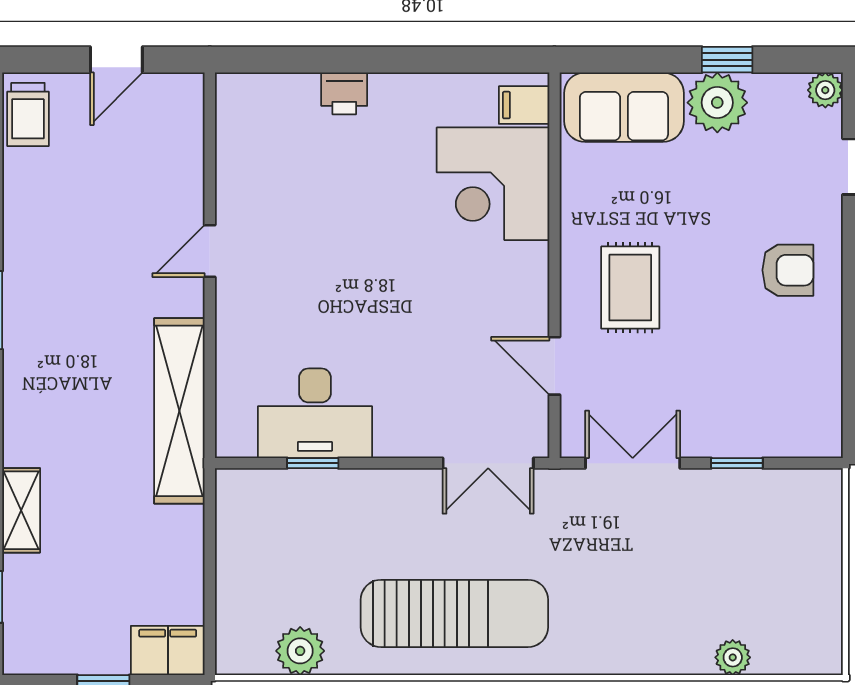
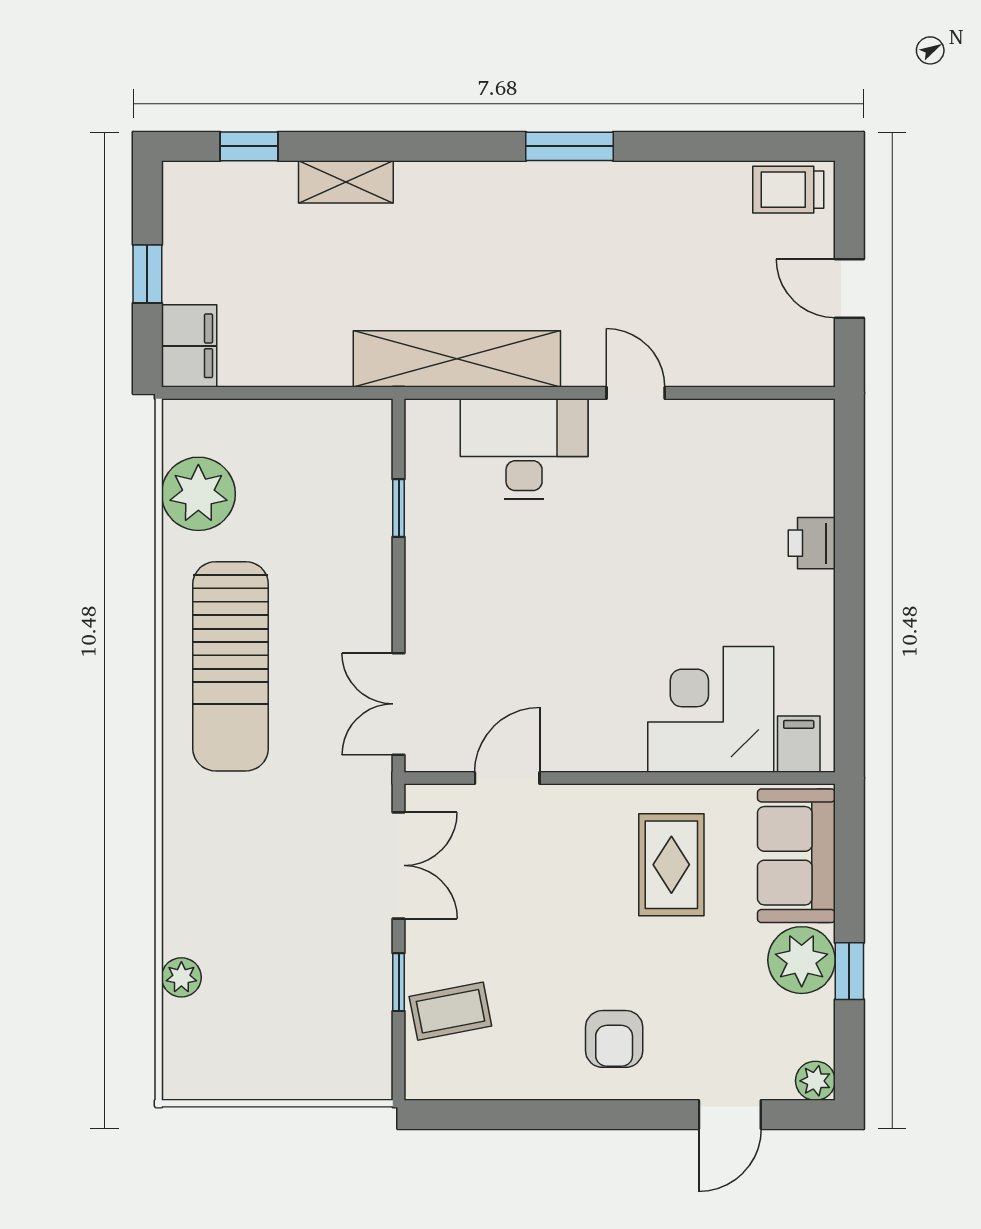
rug: (630, 288) -> (671, 865), moved, turned 90
desk: (315, 413) -> (524, 449), moved, turned 90
coffee table: (763, 417) -> (450, 1011), added
plant: (300, 651) -> (198, 494), width x1.36, depth x1.36

